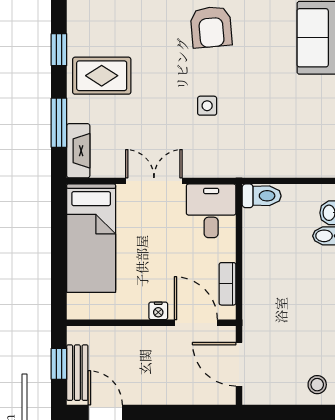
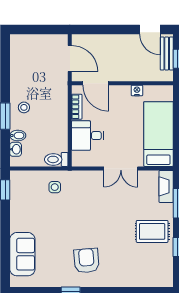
side table: (207, 106) -> (55, 187), moved
desk: (211, 211) -> (88, 136), moved, turned 90
nightstand: (158, 311) -> (137, 91), moved
stool: (317, 385) -> (24, 107), moved

